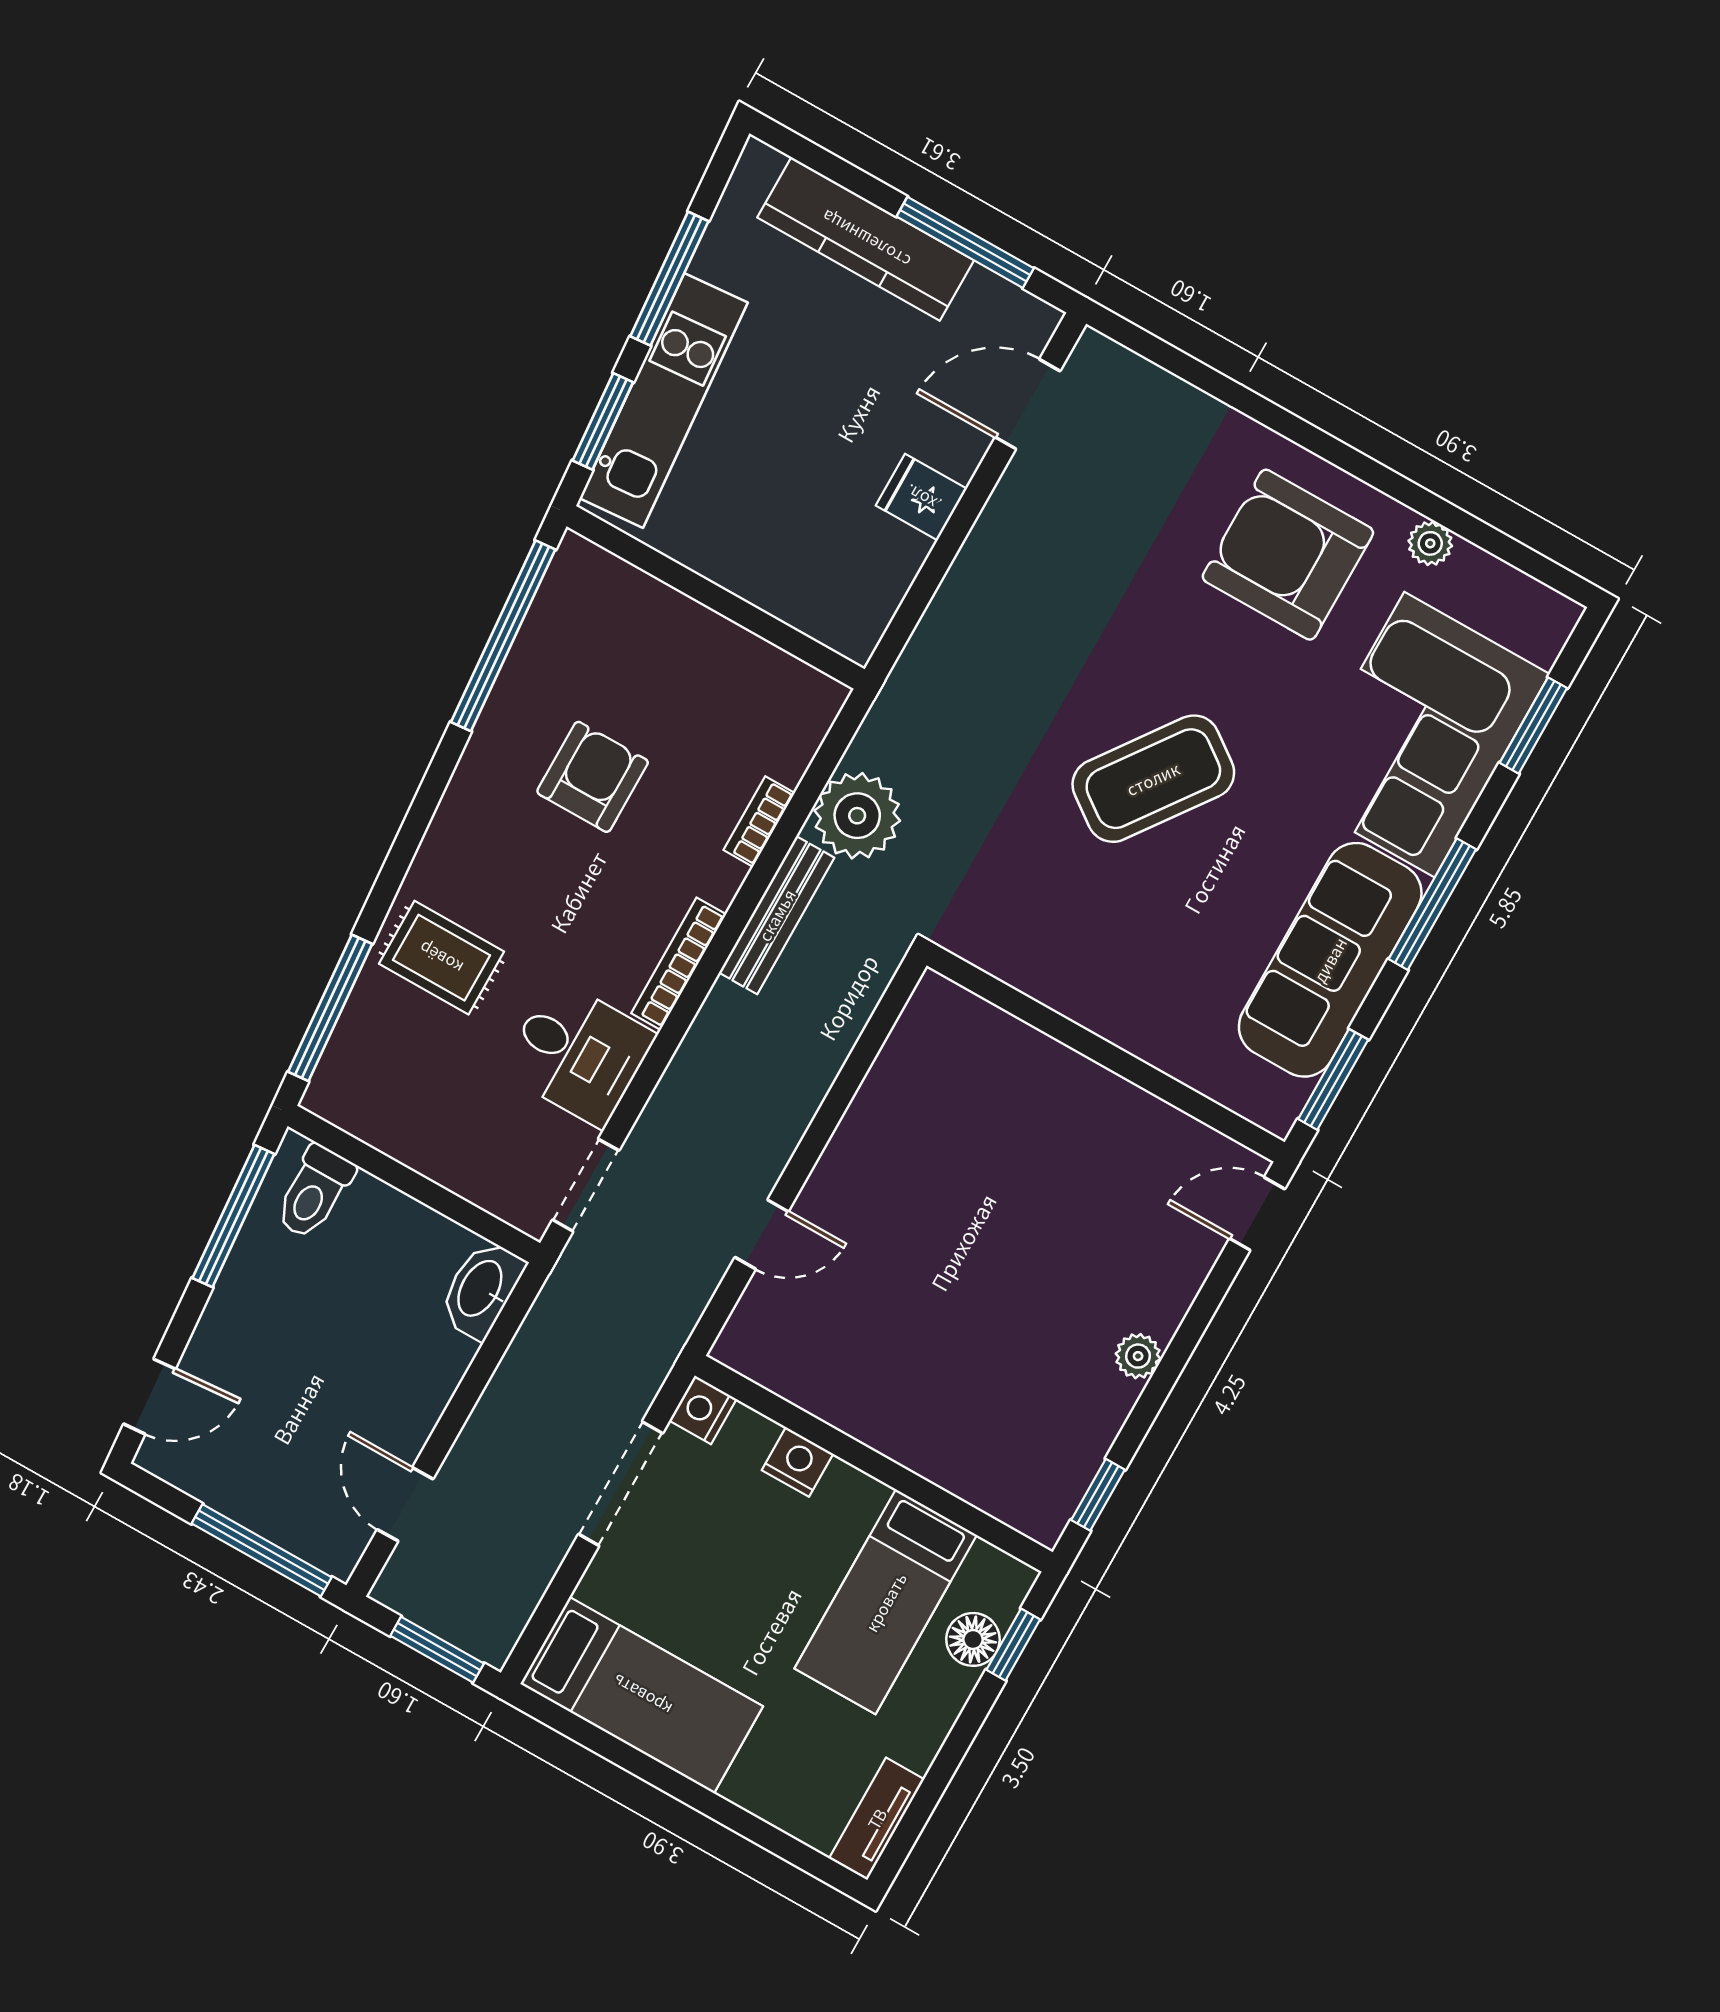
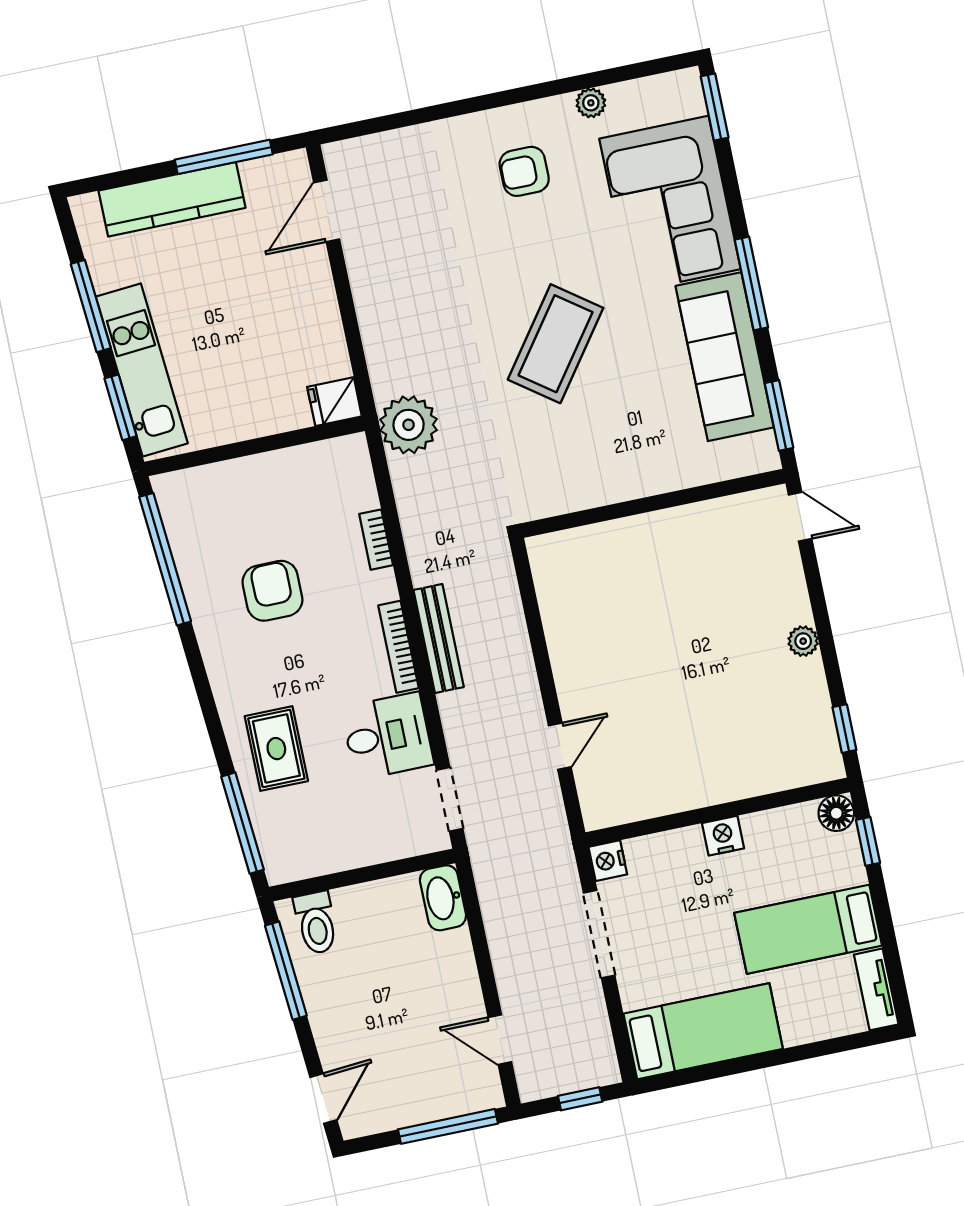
fridge: (921, 497) -> (335, 402), moved
armchair: (1288, 555) -> (524, 171), width x0.53, depth x0.53
window: (1533, 725) -> (715, 107), moved
plant: (857, 816) -> (409, 425), moved
bench: (777, 915) -> (439, 639), moved
rug: (441, 958) -> (276, 749), turned 90
door: (1257, 1214) -> (800, 517), swing flipped
nightstand: (797, 1462) -> (723, 836), moved
bed: (886, 1602) -> (808, 929), moved, turned 90
floor lamp: (973, 1639) -> (836, 813), moved
window: (437, 1650) -> (580, 1099), width x0.67

